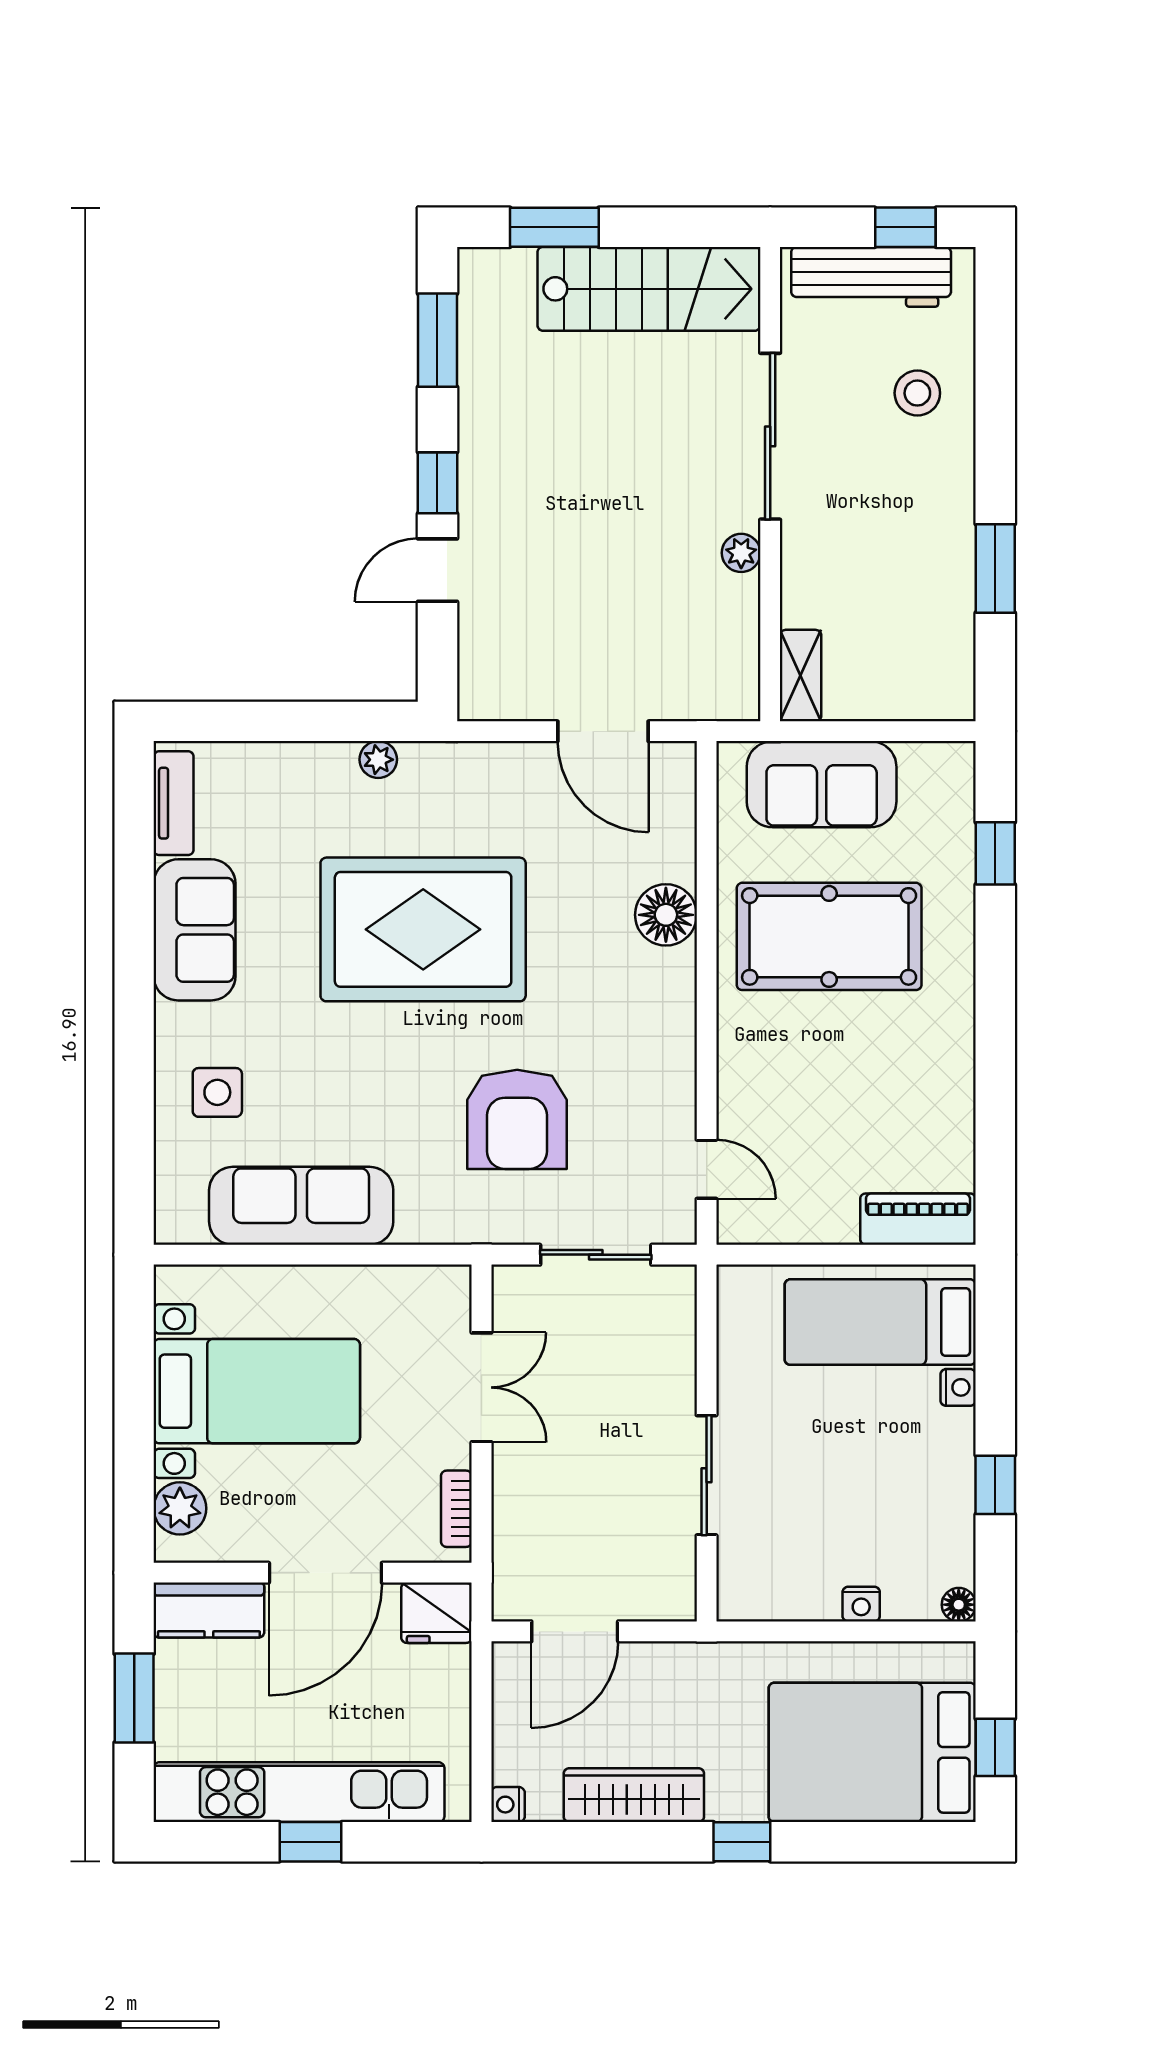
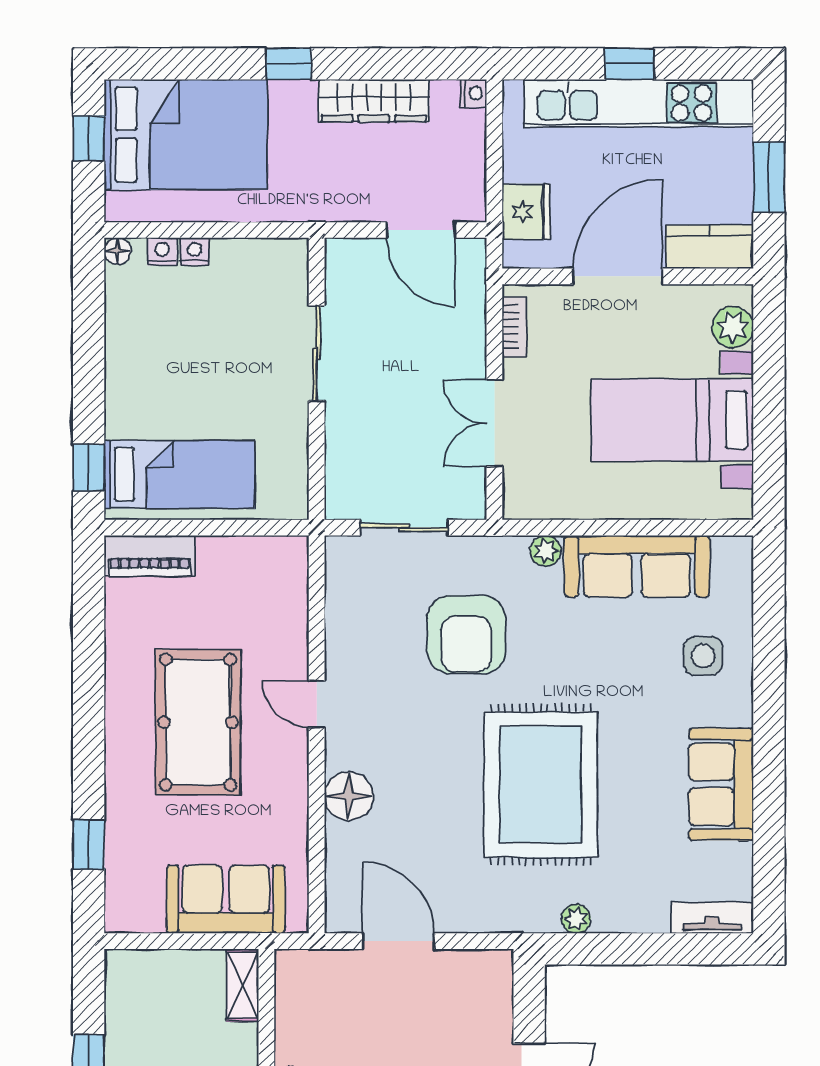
tv unit: (174, 803) -> (712, 918), moved, turned 90
rug: (423, 929) -> (541, 785), turned 90
pool table: (829, 936) -> (198, 722), moved, turned 90
armchair: (517, 1119) -> (466, 634), turned 180
door: (707, 1169) -> (317, 704), moved
plant: (417, 1225) -> (546, 551), added
nightstand: (958, 1387) -> (162, 252), moved, turned 90
window: (995, 1485) -> (89, 468), moved
fridge: (437, 1613) -> (526, 212), moved, turned 90
door: (575, 1631) -> (421, 230), swing flipped

